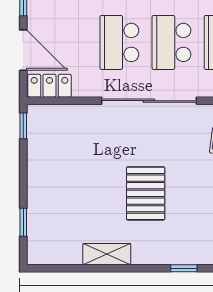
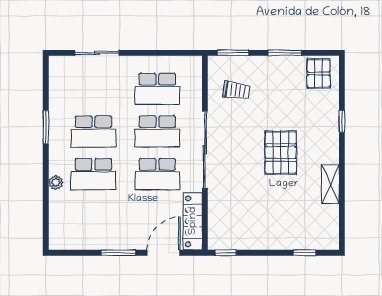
locker: (49, 86) -> (193, 221), width x1.53
pallet: (146, 193) -> (281, 153), turned 90

